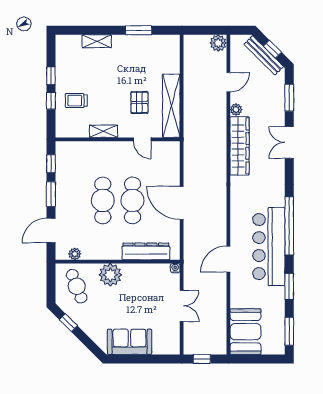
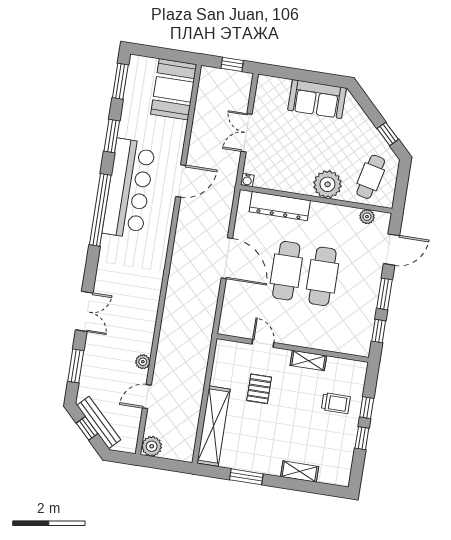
shelving: (171, 106) -> (214, 426), moved
wardrobe: (240, 146) -> (145, 317), removed
cafe table: (77, 286) -> (371, 177), turned 34

